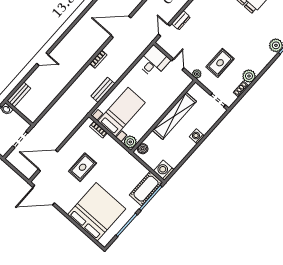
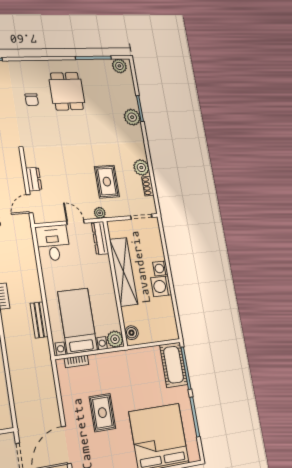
door: (164, 30) -> (29, 204), hinge flipped
dresser: (182, 86) -> (100, 238), added
washing machine: (164, 170) -> (161, 286), moved

